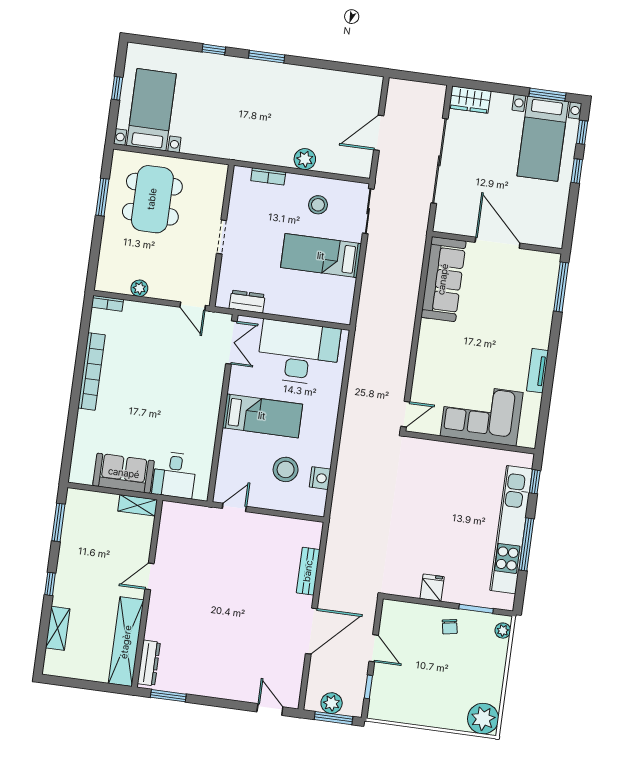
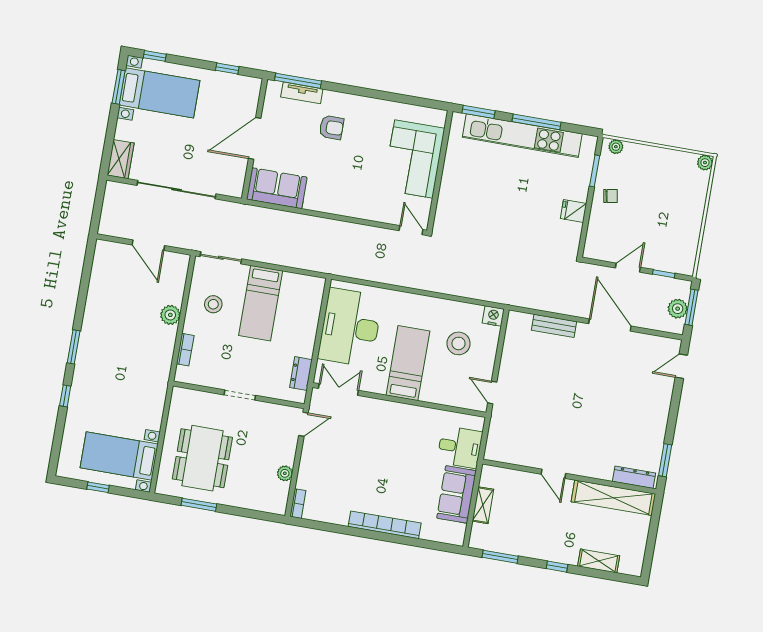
window: (577, 171) -> (227, 68), moved
dining table: (152, 199) -> (202, 458), turned 90
sofa: (443, 279) -> (277, 188), width x0.73
armchair: (512, 325) -> (331, 127), added
bookcase: (92, 371) -> (385, 525), moved
tv unit: (537, 371) -> (302, 93), moved
nightstand: (320, 478) -> (493, 316), moved
window: (535, 482) -> (478, 112), width x1.50
shelving: (138, 505) -> (483, 505), moved
plant: (483, 719) -> (705, 163), width x0.53, depth x0.53

